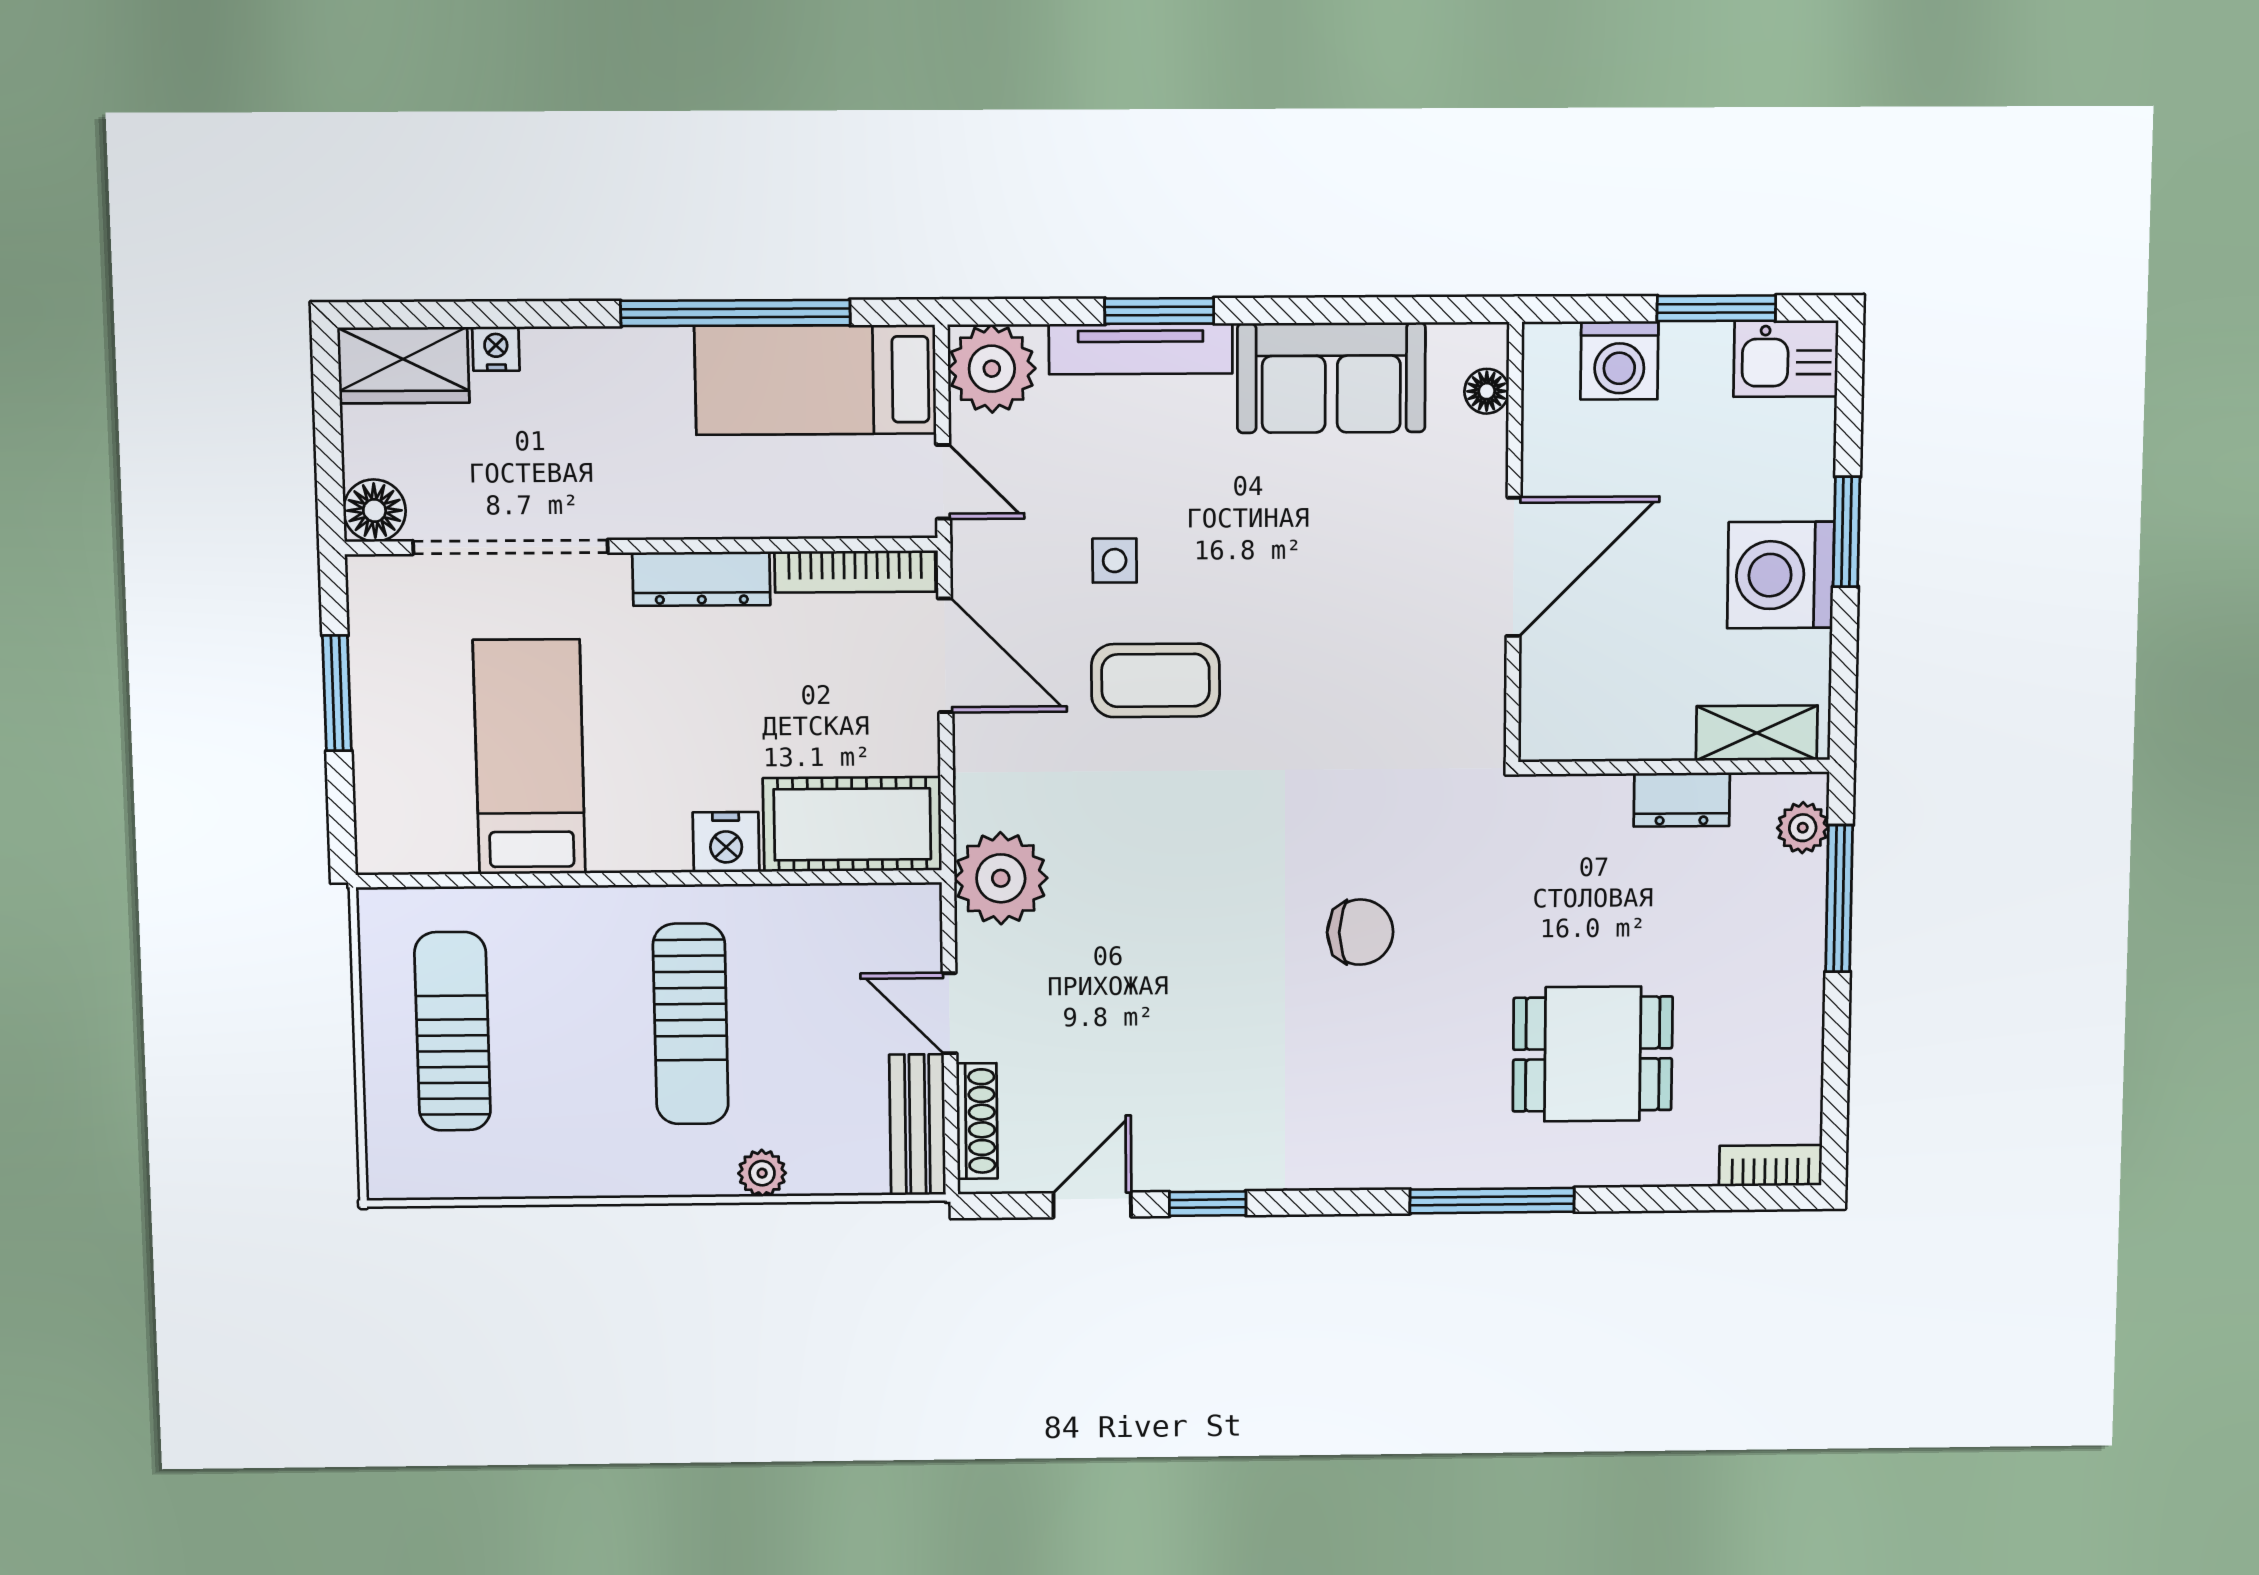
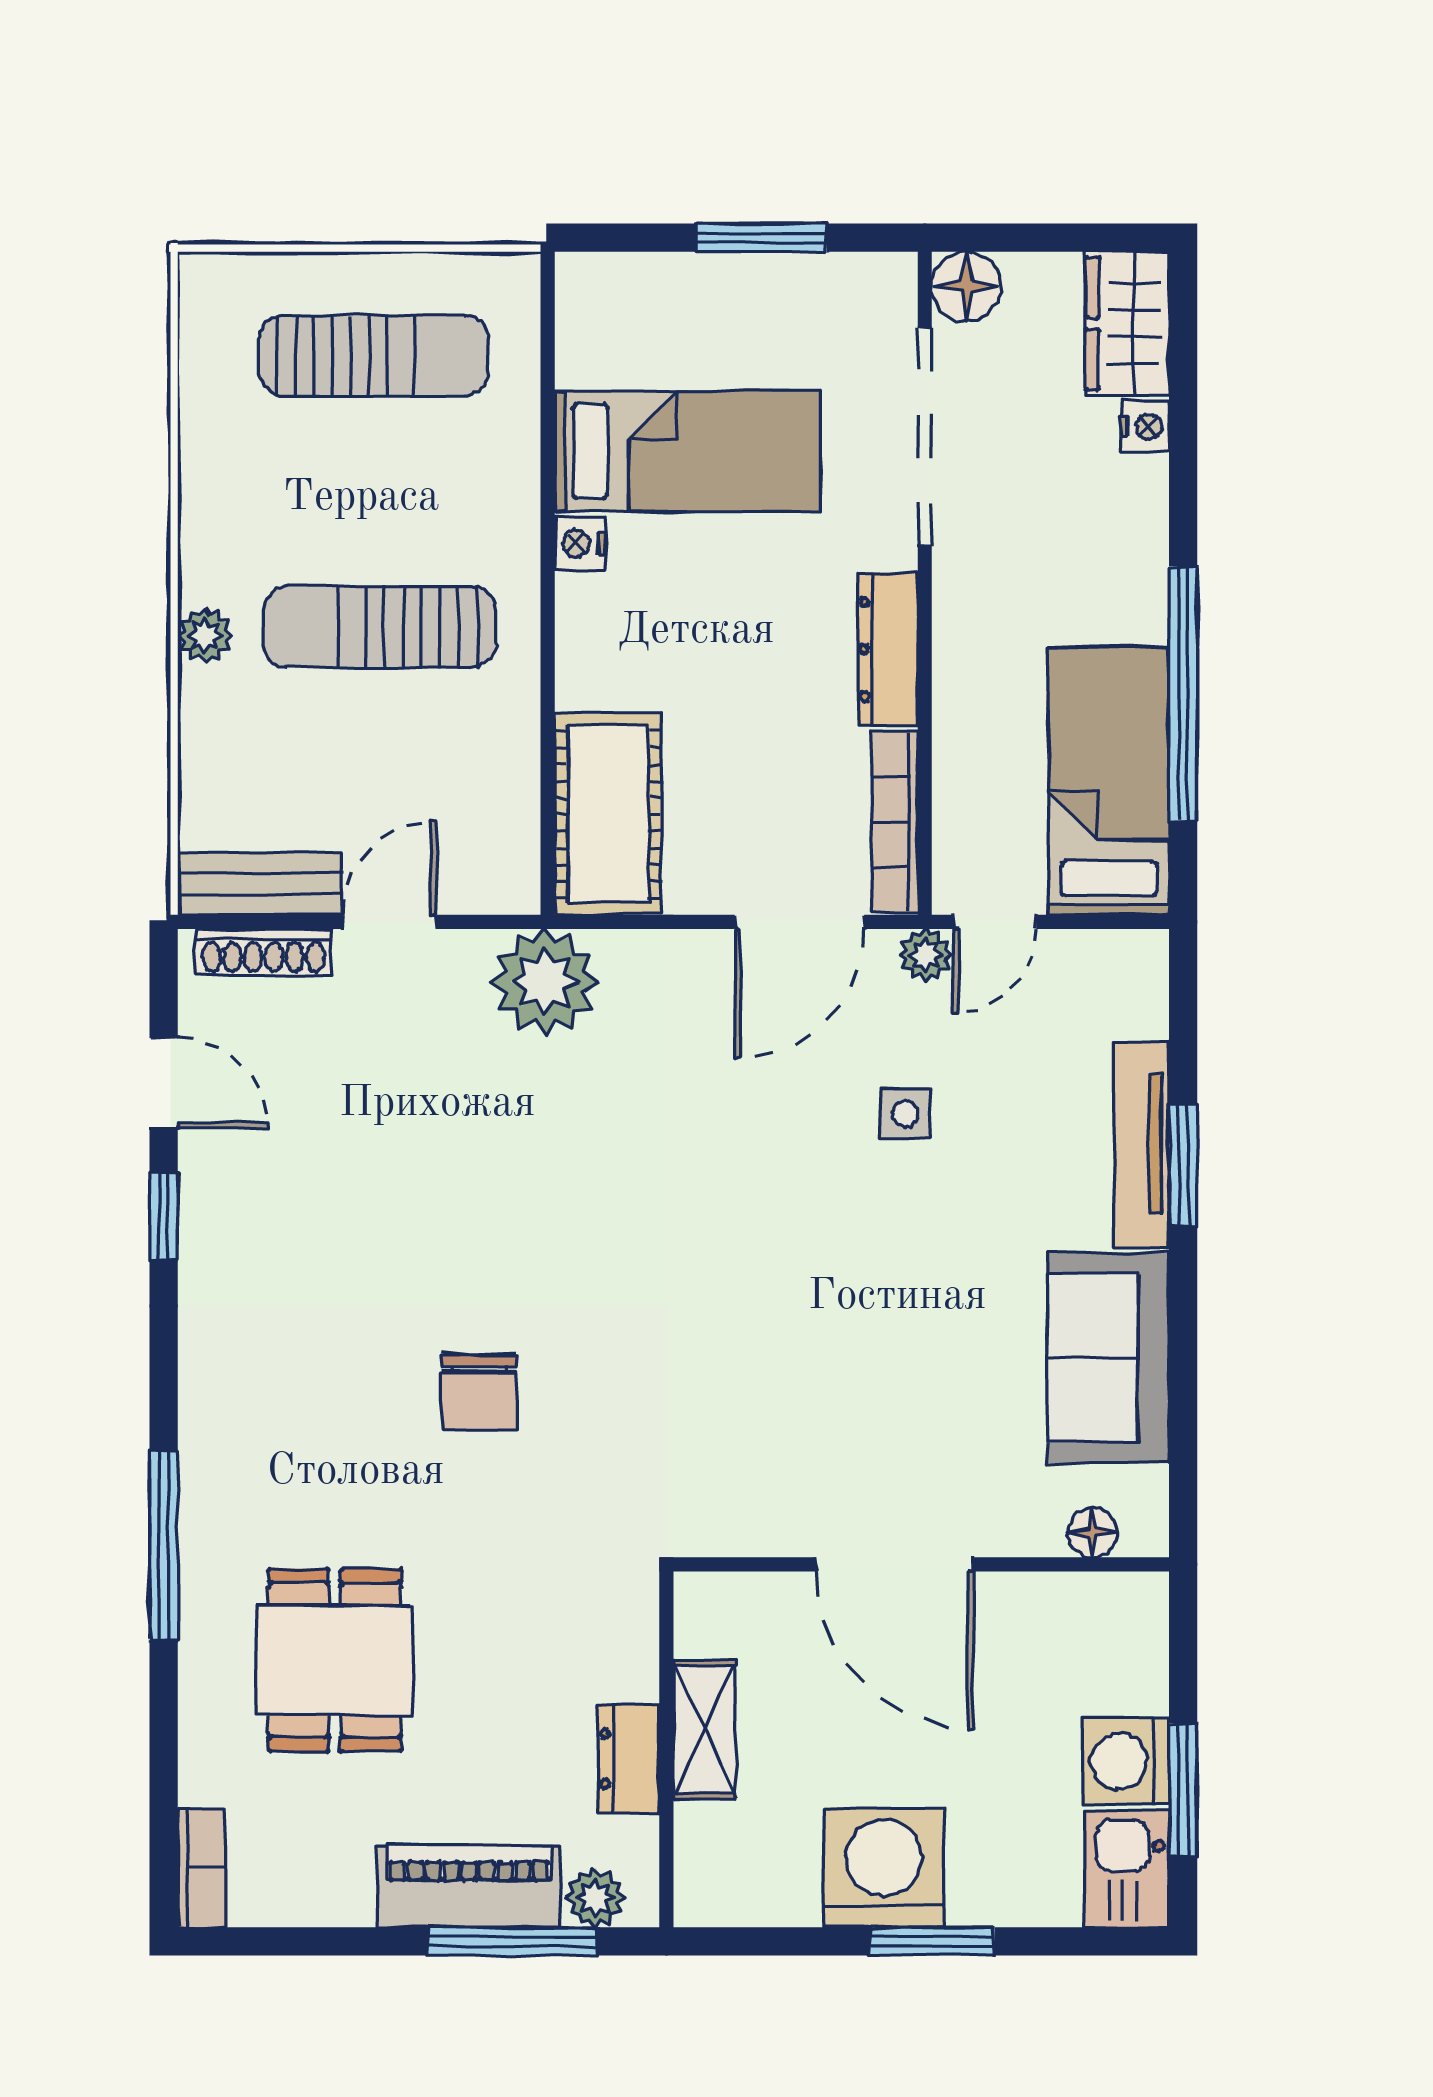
washing machine: (1619, 360) -> (1126, 1762), moved
plant: (992, 369) -> (926, 955), moved, width x0.53, depth x0.53
coffee table: (1156, 680) -> (770, 1159), removed
shelving: (1757, 733) -> (704, 1730), moved
nightstand: (726, 842) -> (580, 544), moved, width x0.72, depth x0.74
piano: (1791, 937) -> (469, 1887), added
plant: (762, 1173) -> (205, 636), moved

